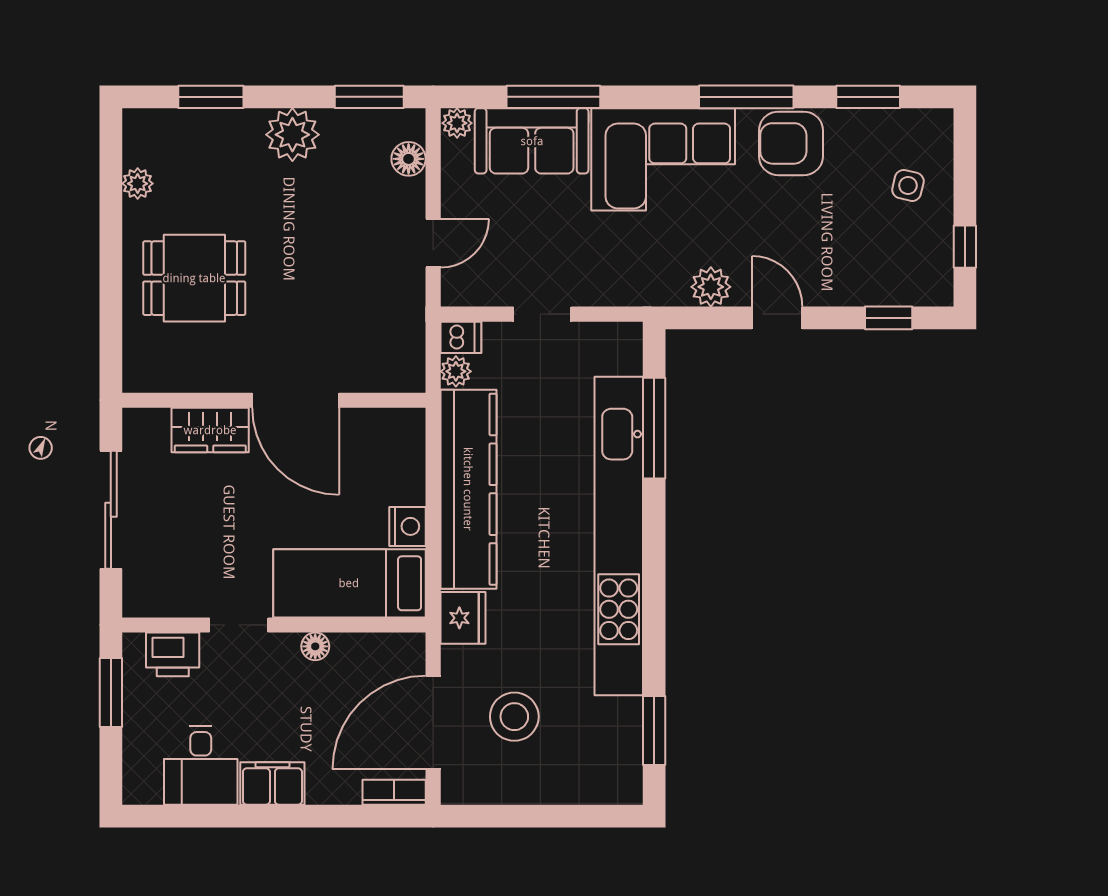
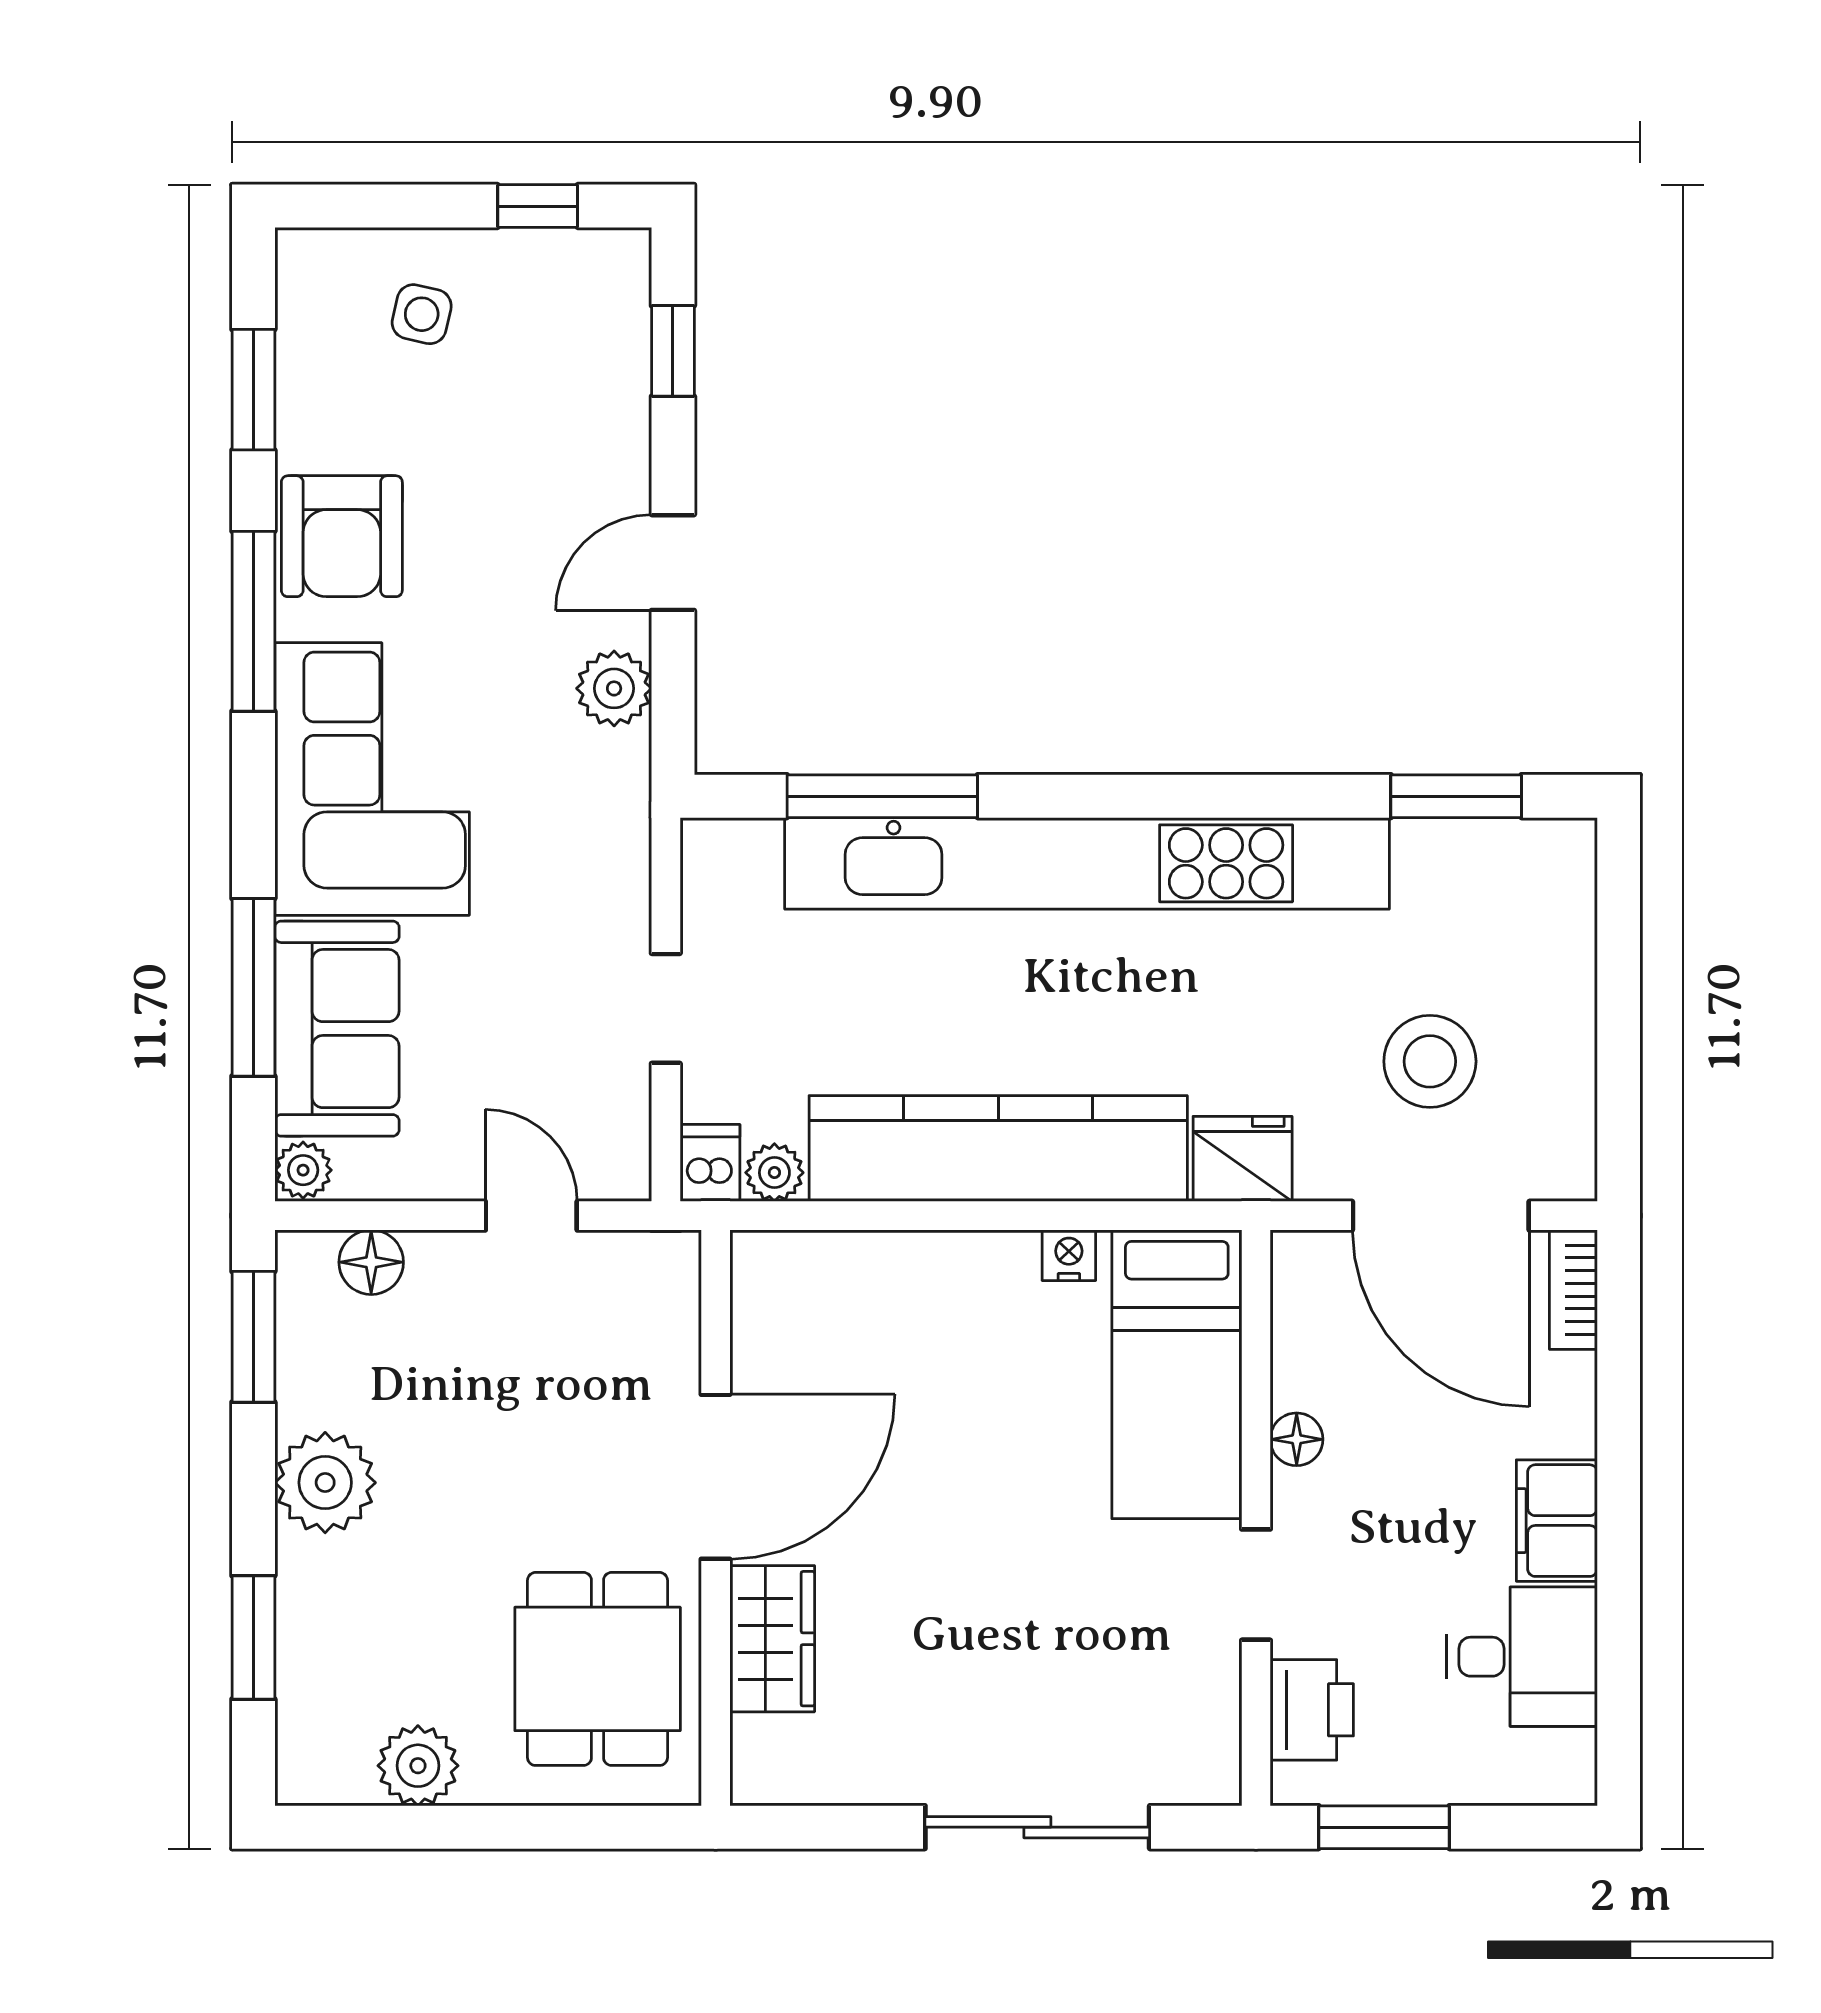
plant: (138, 184) -> (418, 1766), width x1.38, depth x1.38
wall: (274, 400) -> (716, 1518), moved
door: (296, 400) -> (716, 1477), moved
wardrobe: (210, 430) -> (772, 1639), moved
nightstand: (408, 526) -> (1069, 1255), width x0.72, depth x0.74

